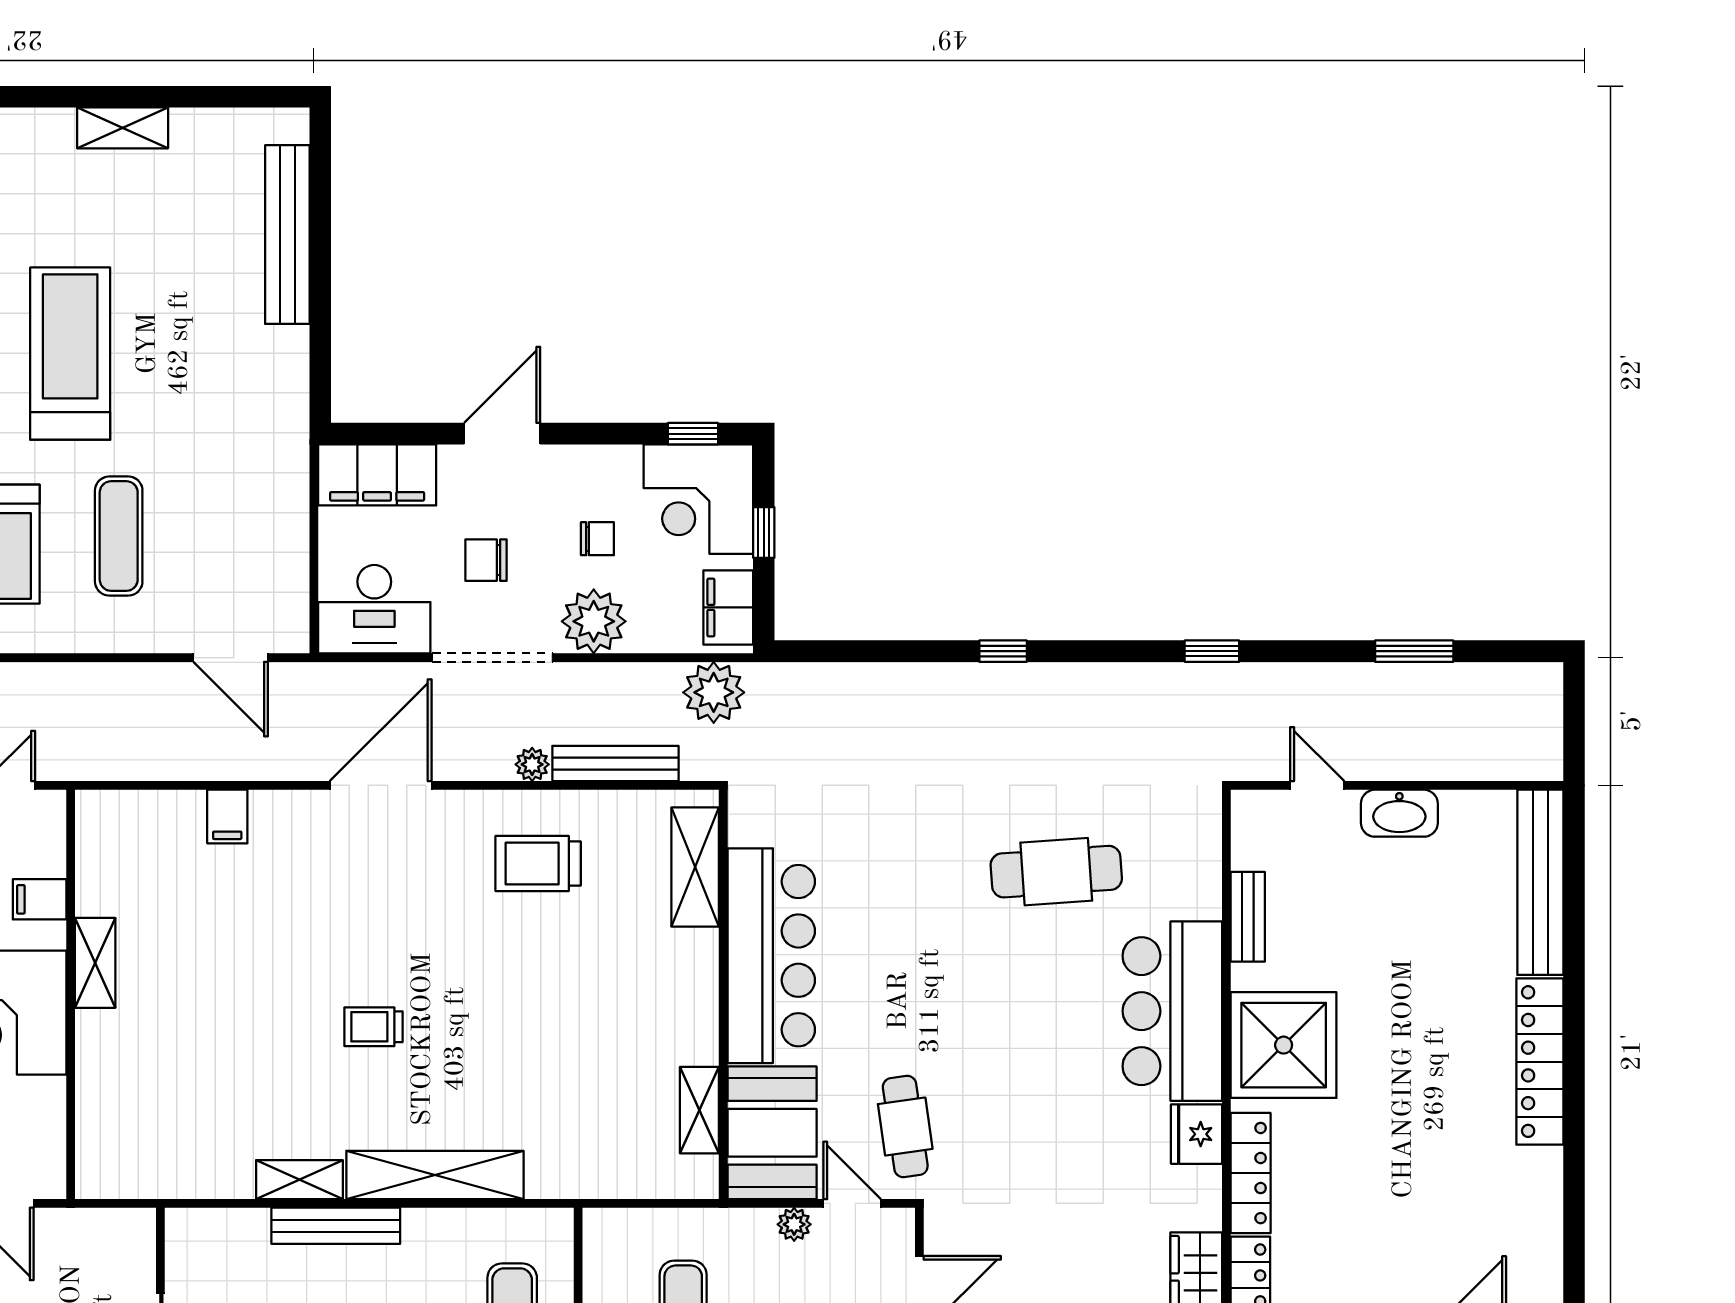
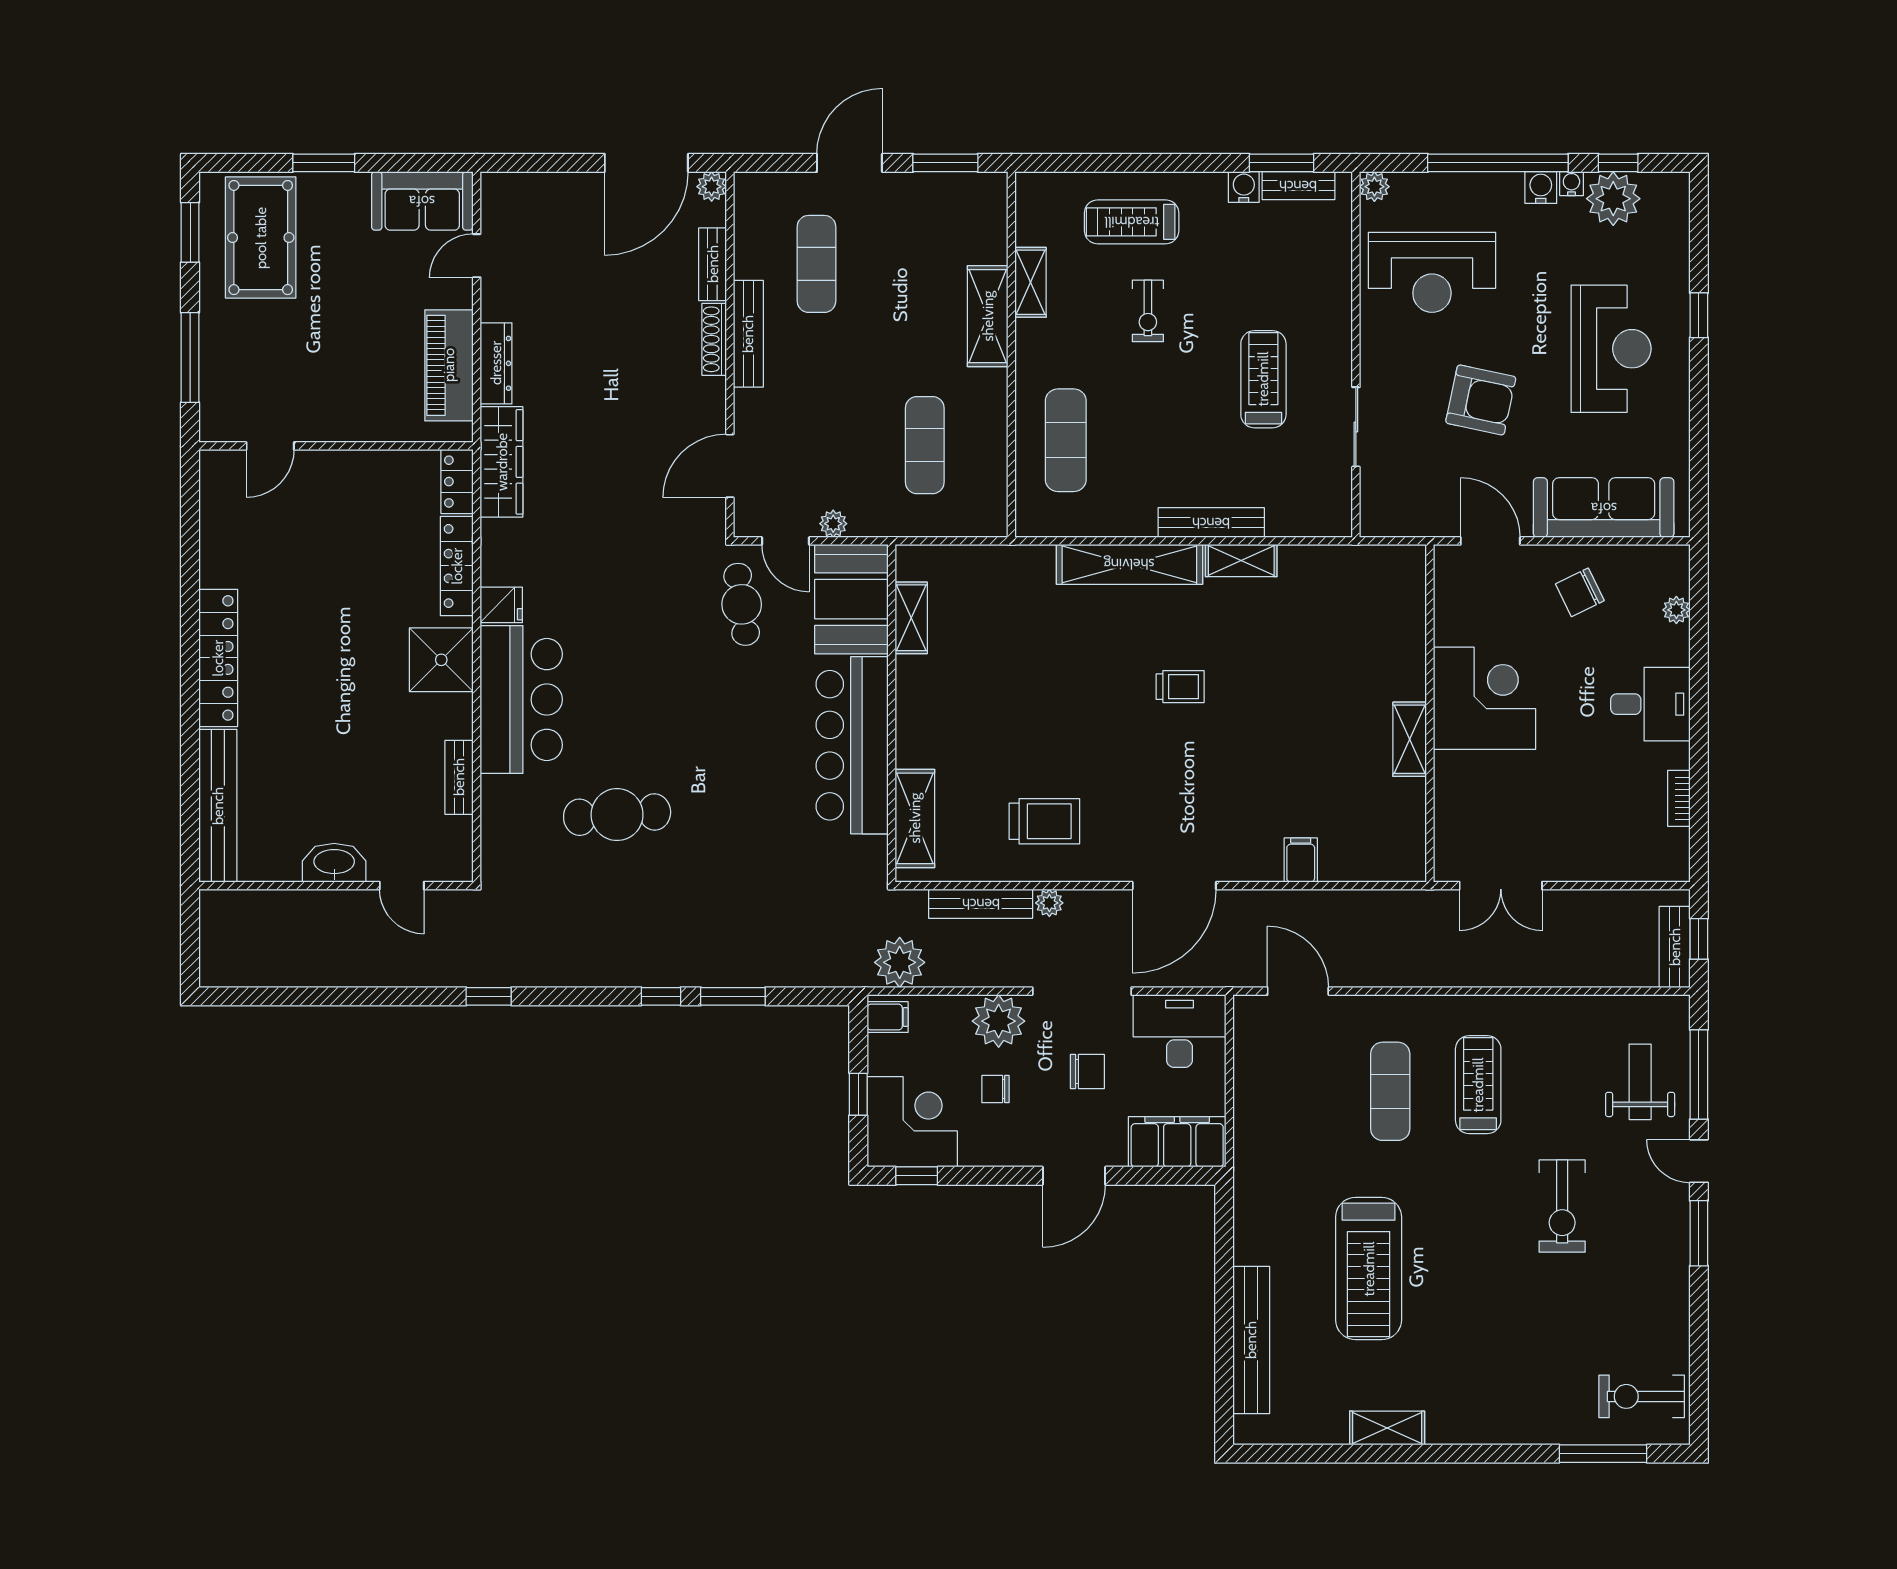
treadmill: (70, 354) -> (1369, 1269), moved
filing cabinet: (728, 607) -> (888, 1017), width x0.50
window: (1414, 651) -> (733, 996), moved
filing cabinet: (40, 899) -> (1455, 792), removed
shower: (1284, 1045) -> (441, 660), width x0.73, depth x0.73
fridge: (1197, 1134) -> (501, 605), width x0.72

